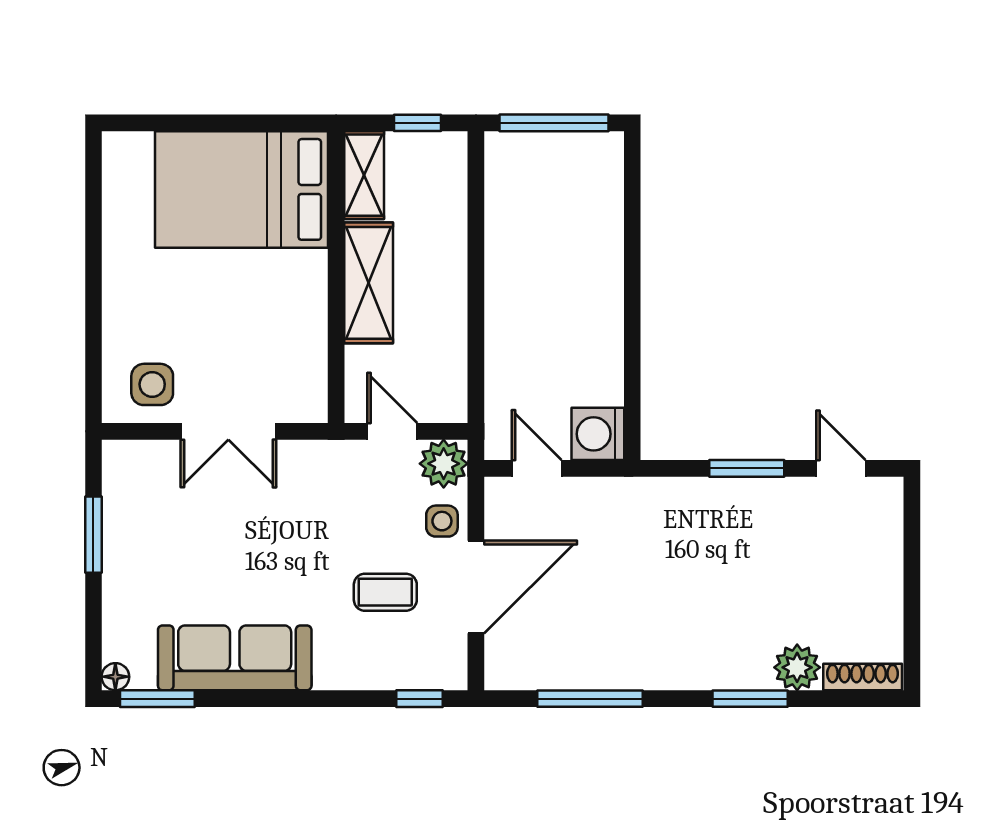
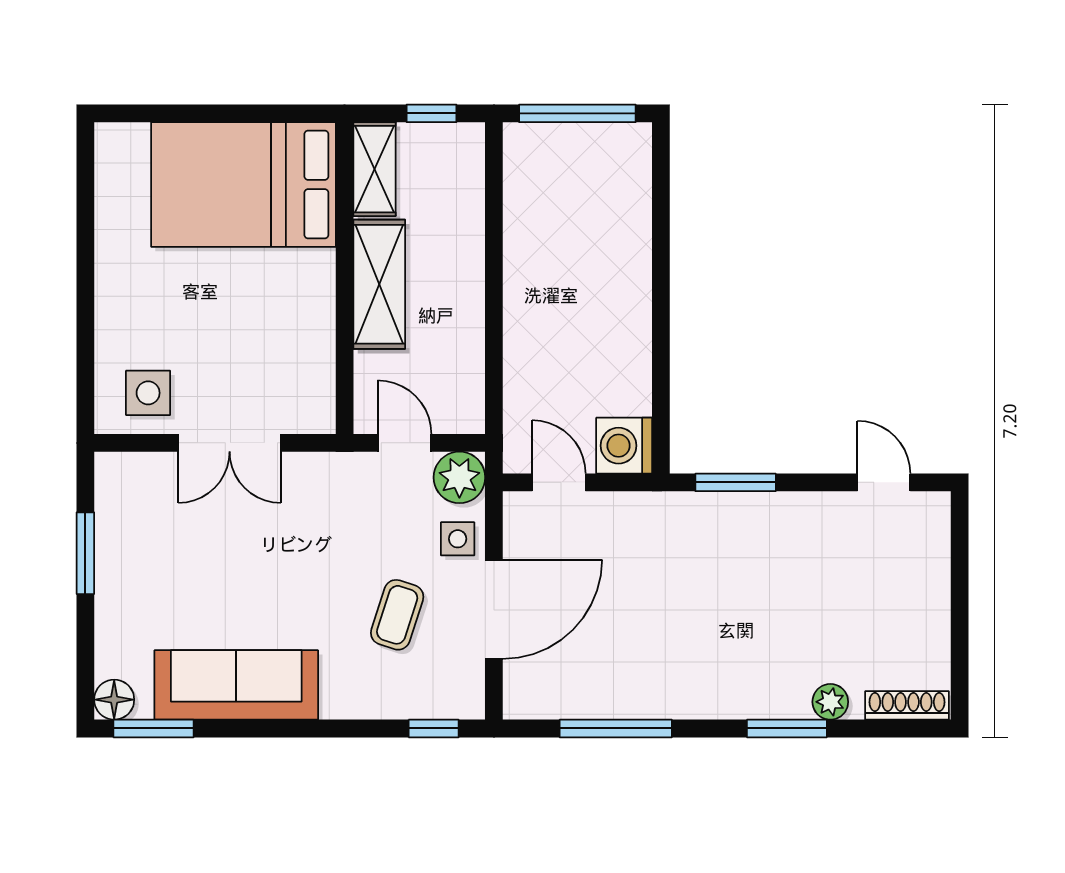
window: (747, 468) -> (736, 482), moved
coffee table: (385, 592) -> (397, 615), turned -72
plant: (797, 667) -> (830, 702), width x0.73, depth x0.73
floor lamp: (115, 677) -> (114, 700), width x1.37, depth x1.37

